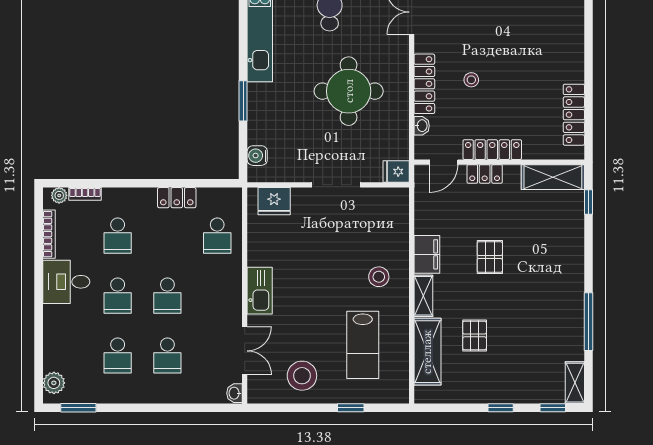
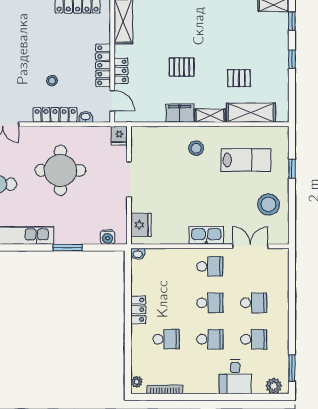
bookcase: (85, 194) -> (136, 363), removed
locker: (177, 198) -> (138, 310), moved
school desk: (217, 236) -> (210, 266), moved
desk: (66, 282) -> (235, 377), moved
washbasin: (234, 393) -> (138, 254), moved

